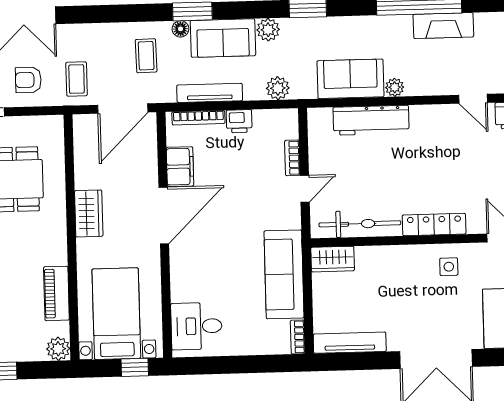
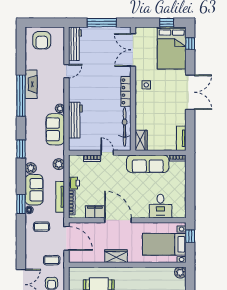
piano: (56, 293) -> (154, 273), removed
desk: (196, 326) -> (160, 206), moved
tv unit: (350, 343) -> (181, 138), width x0.71

